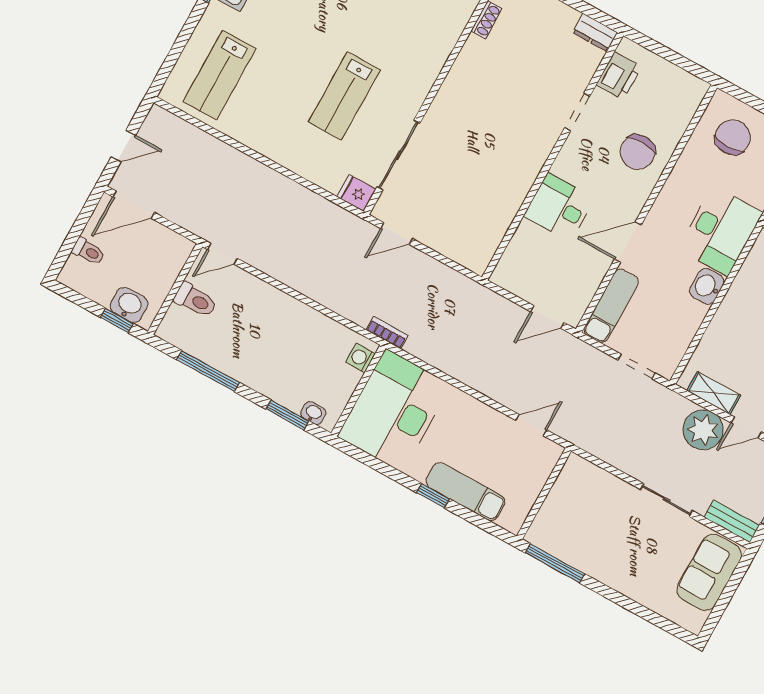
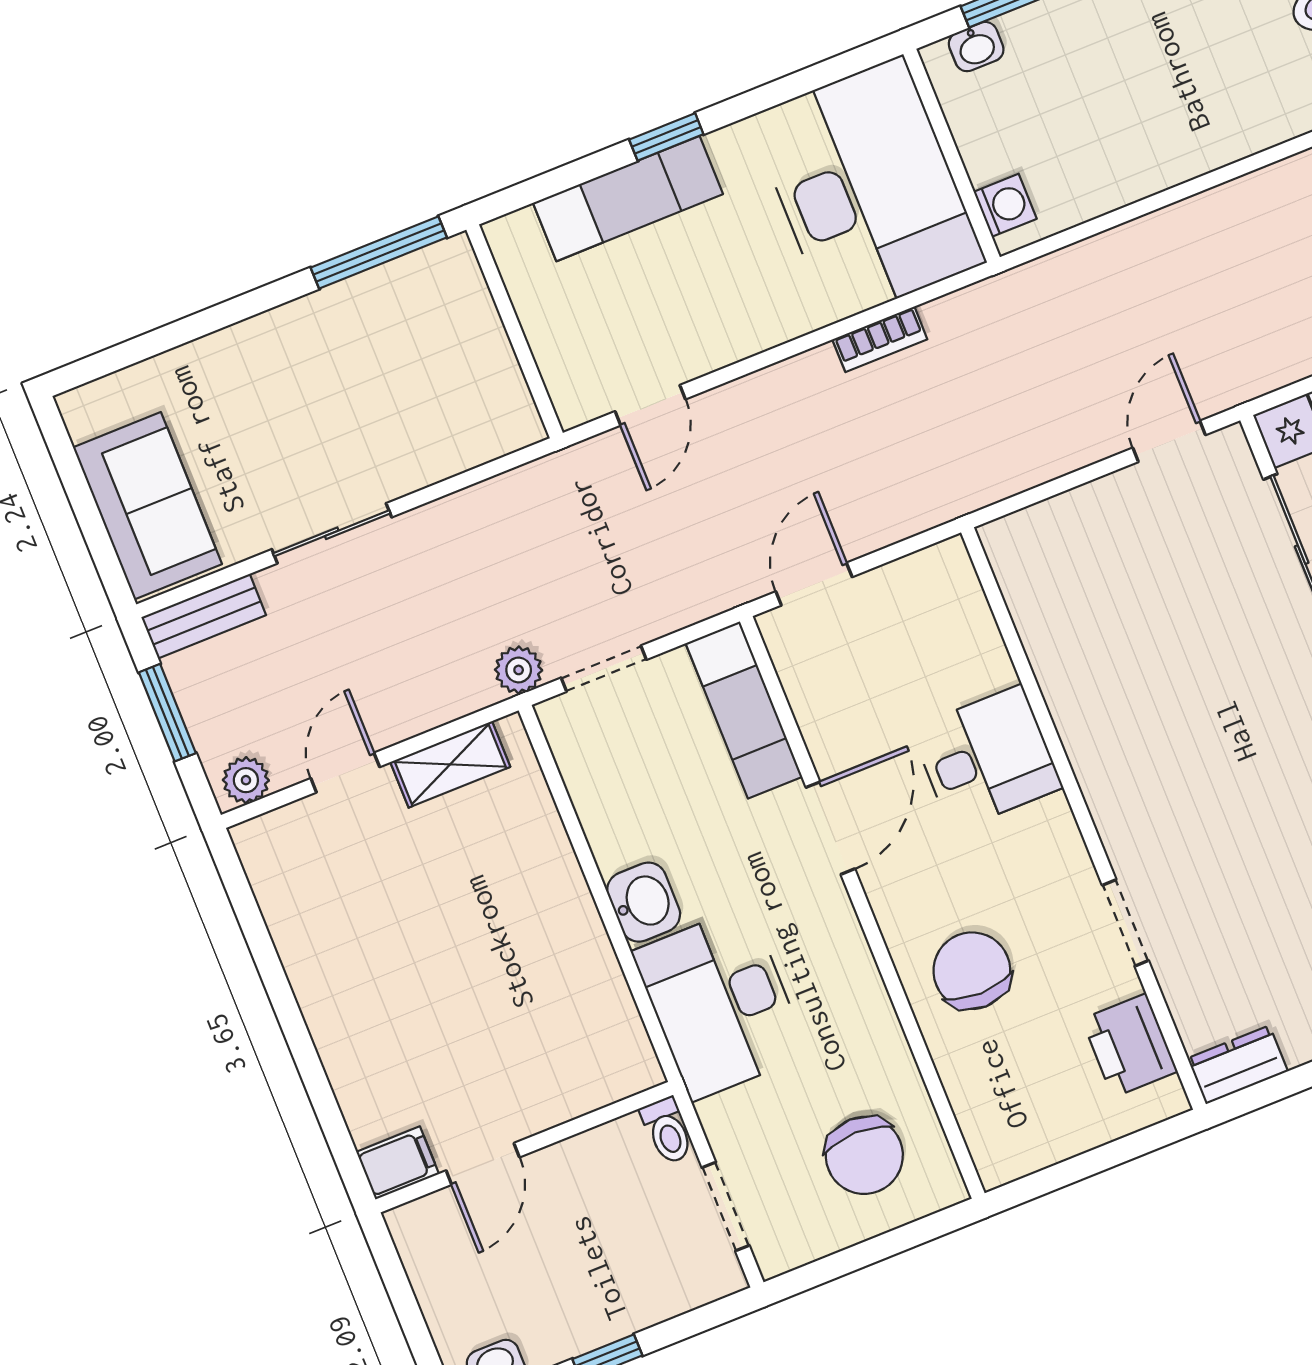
bookcase: (387, 333) -> (880, 339), moved
plant: (703, 430) -> (519, 670), moved, width x0.53, depth x0.53

